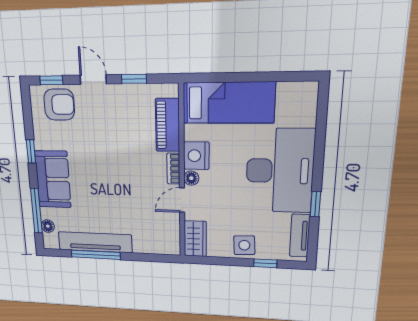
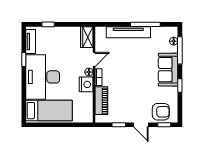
bed: (228, 103) -> (49, 111), moved, turned 180
armchair: (59, 105) -> (161, 112), turned 180
tv unit: (95, 242) -> (128, 32), moved
side table: (244, 245) -> (60, 35), removed

